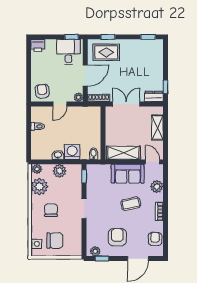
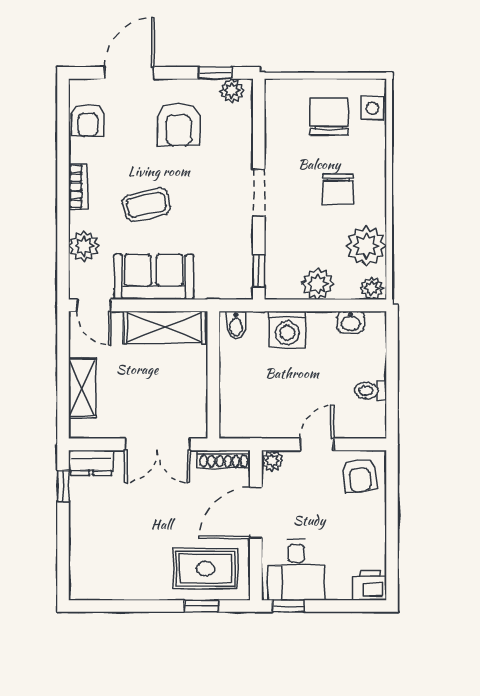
window: (148, 37) -> (105, 606), removed
washbasin: (58, 155) -> (351, 322), moved
chair: (55, 241) -> (329, 116), turned 90

